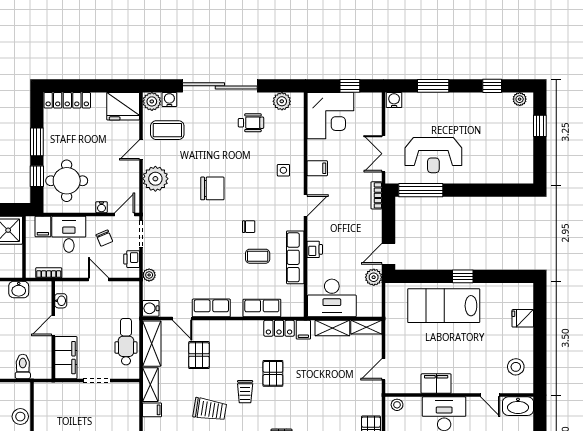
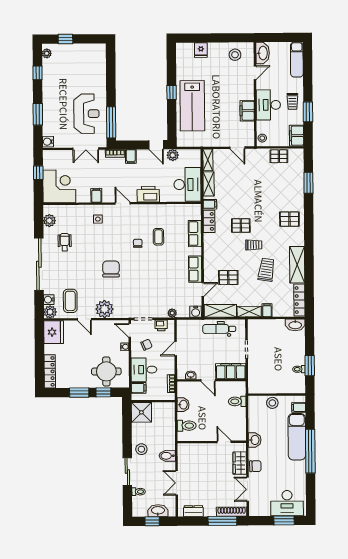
filing cabinet: (372, 218) -> (131, 156), added
printer: (315, 249) -> (148, 194), width x1.87, depth x1.48
row of seats: (295, 257) -> (159, 210), removed

